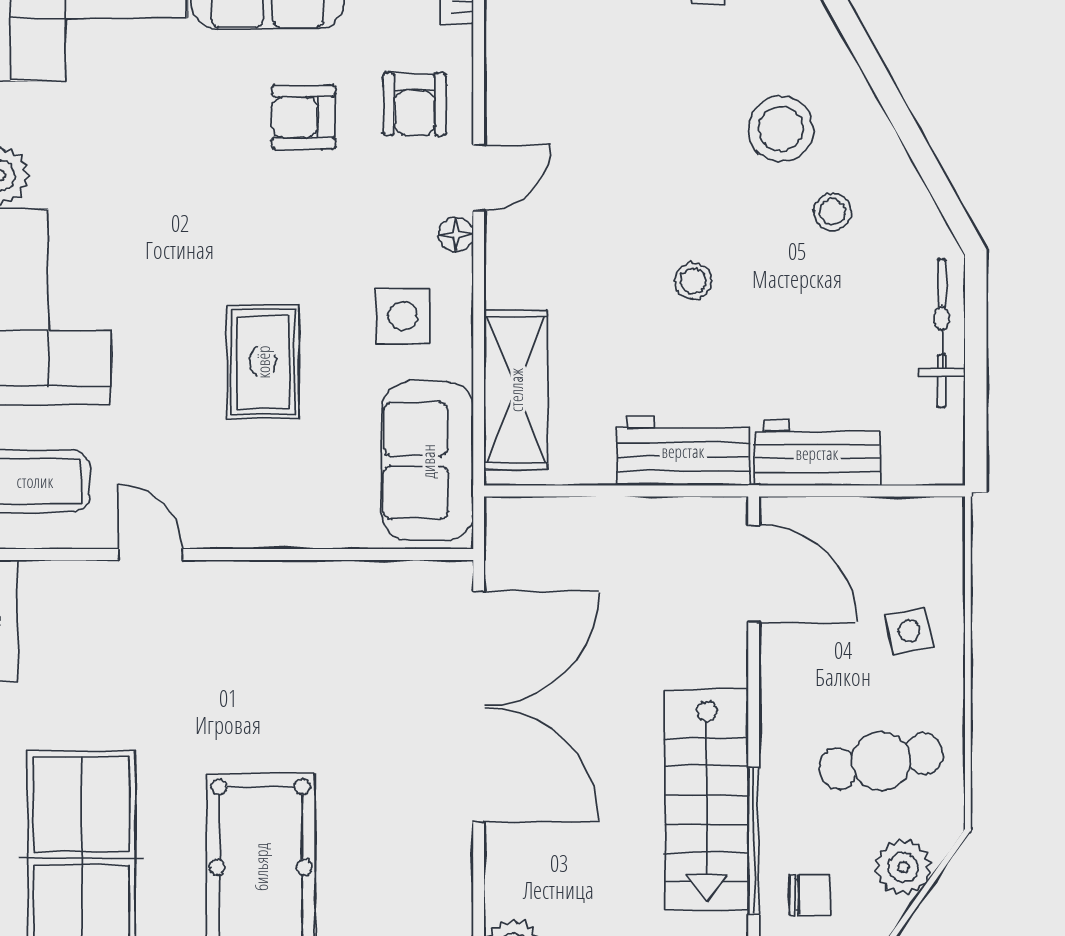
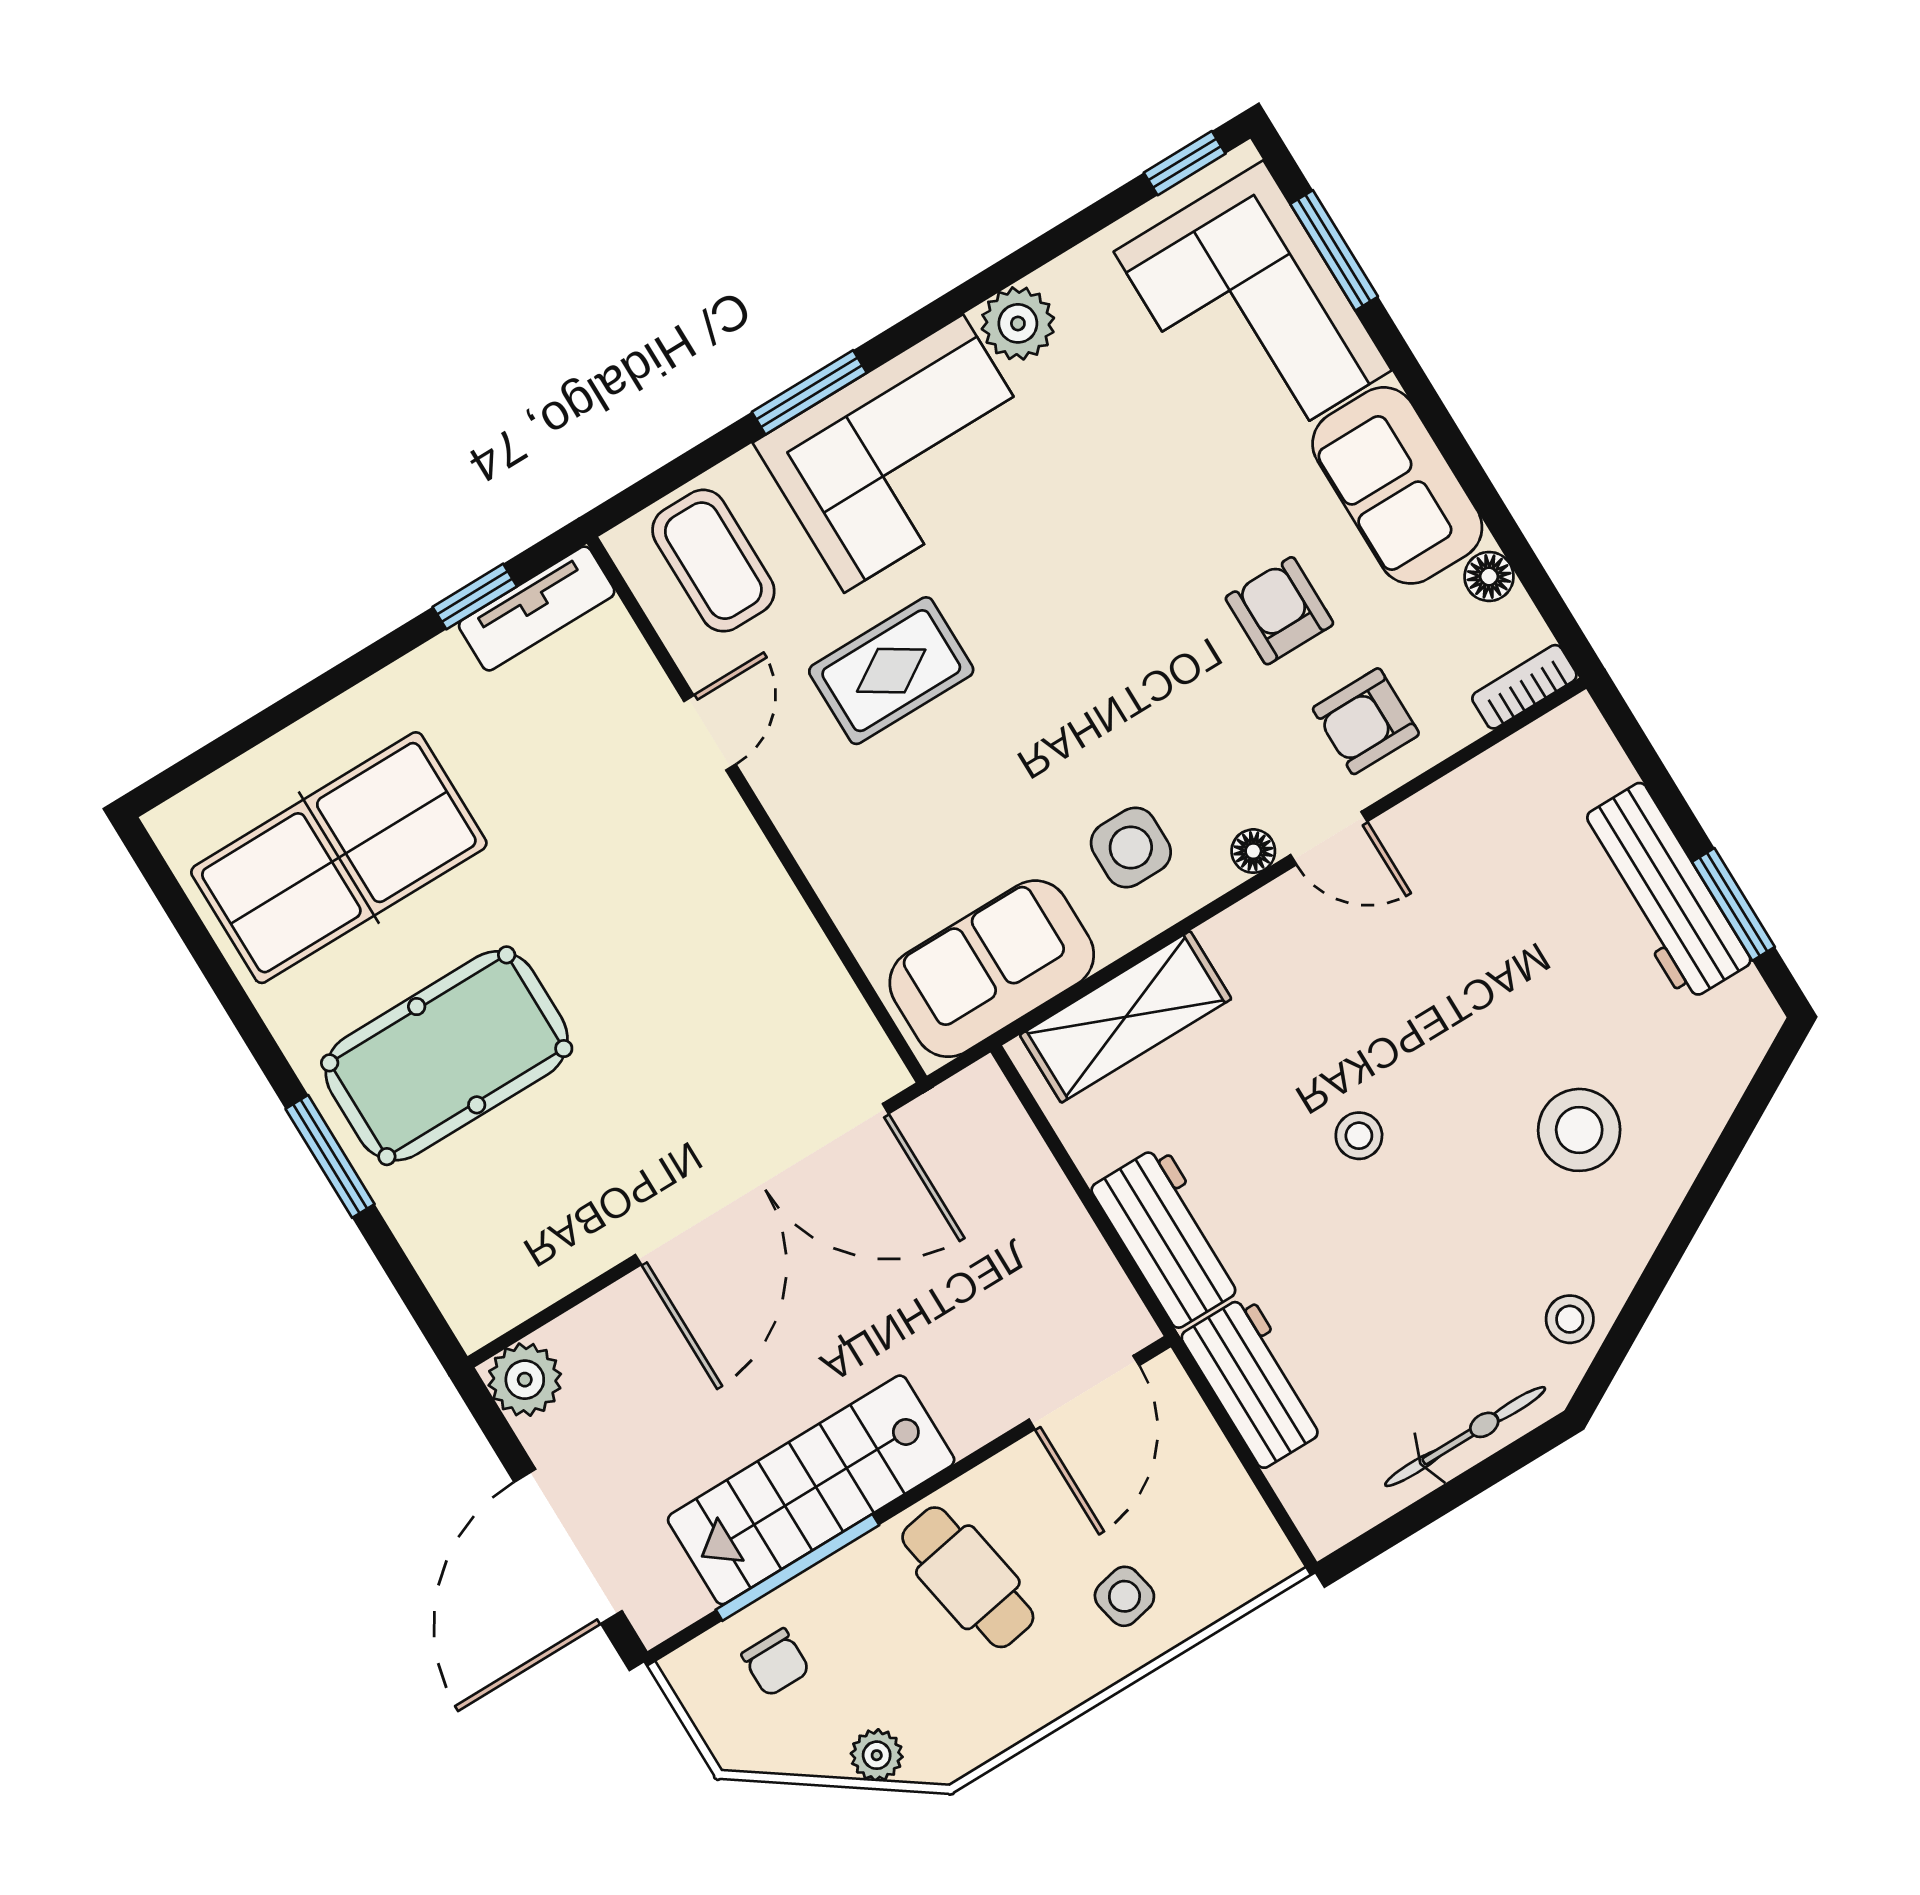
stool: (832, 212) -> (1570, 1319), moved
rug: (263, 362) -> (891, 671), moved
cafe table: (881, 761) -> (968, 1577), moved
plant: (903, 867) -> (877, 1755), width x0.73, depth x0.73

